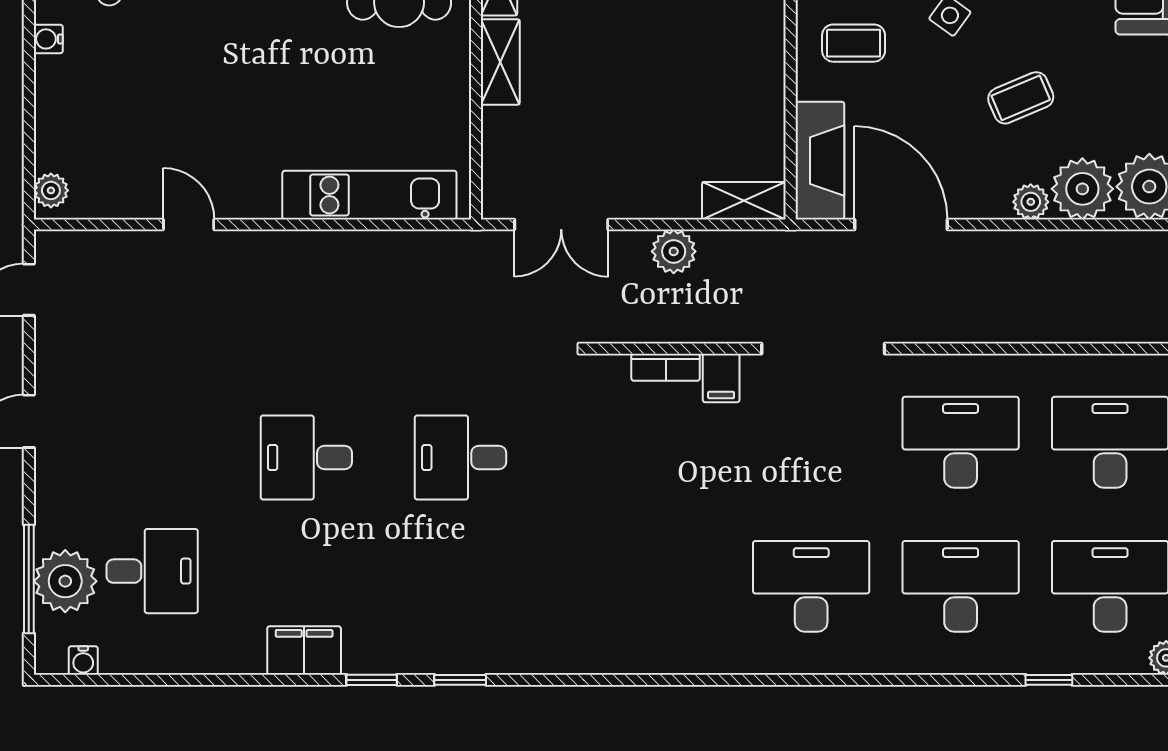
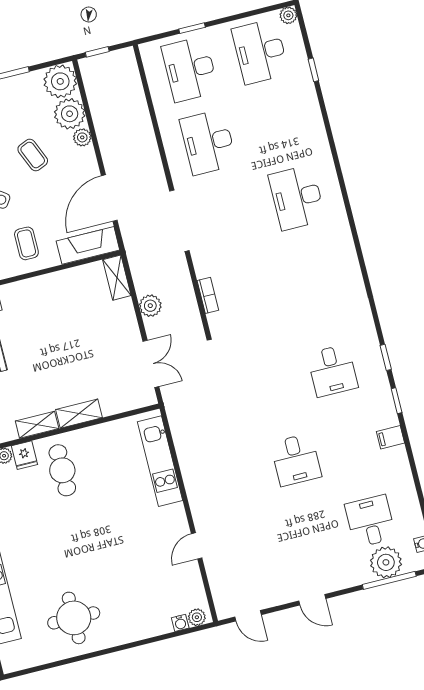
water cooler: (48, 39) -> (180, 623), moved
filing cabinet: (721, 378) -> (206, 267), removed
desk: (460, 457) -> (333, 371), moved
desk: (961, 586) -> (279, 124), removed
filing cabinet: (304, 650) -> (390, 437), width x0.50

